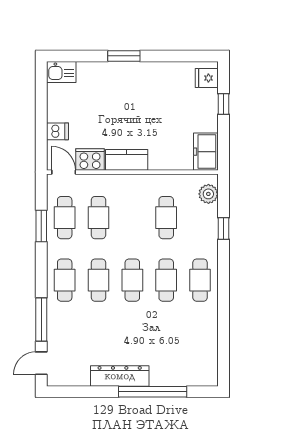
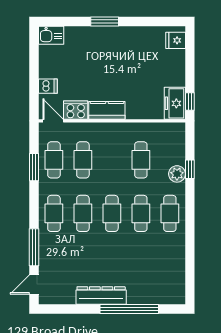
window: (223, 104) -> (190, 102), moved
plant: (208, 194) -> (177, 174), moved

